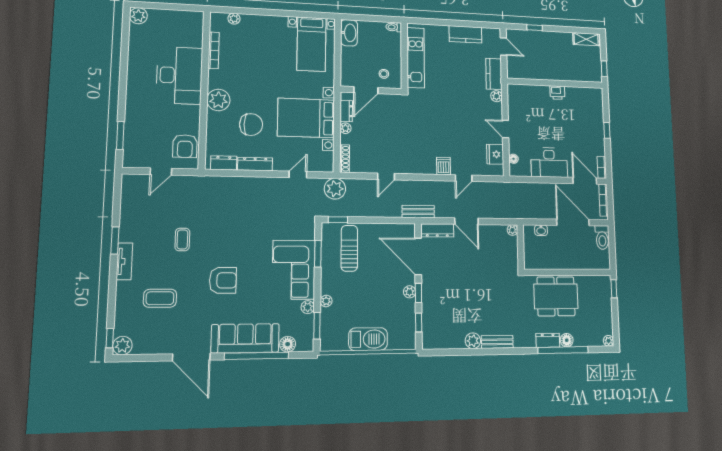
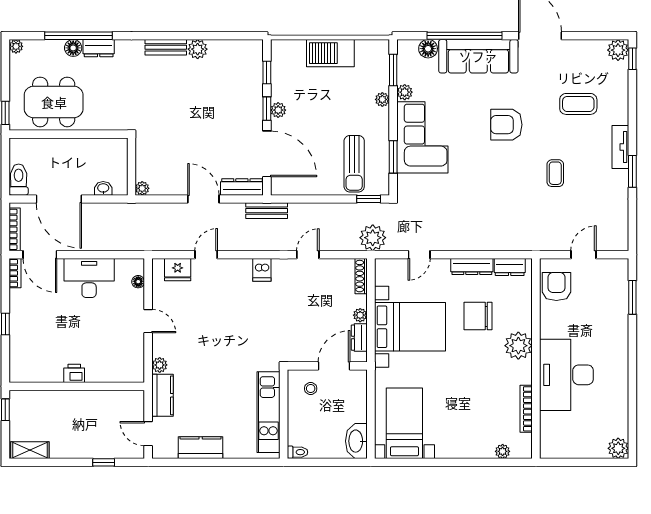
fridge: (495, 154) -> (178, 270), moved, turned 90
dishwasher: (443, 166) -> (262, 270), moved
dining table: (556, 296) -> (54, 102), moved

